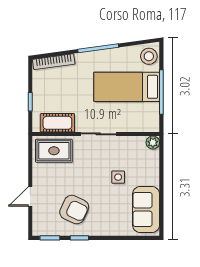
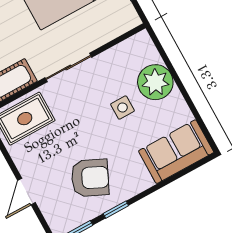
plant: (153, 143) -> (155, 82), moved, width x1.88, depth x1.88
sofa: (146, 210) -> (176, 152), moved, turned 90

